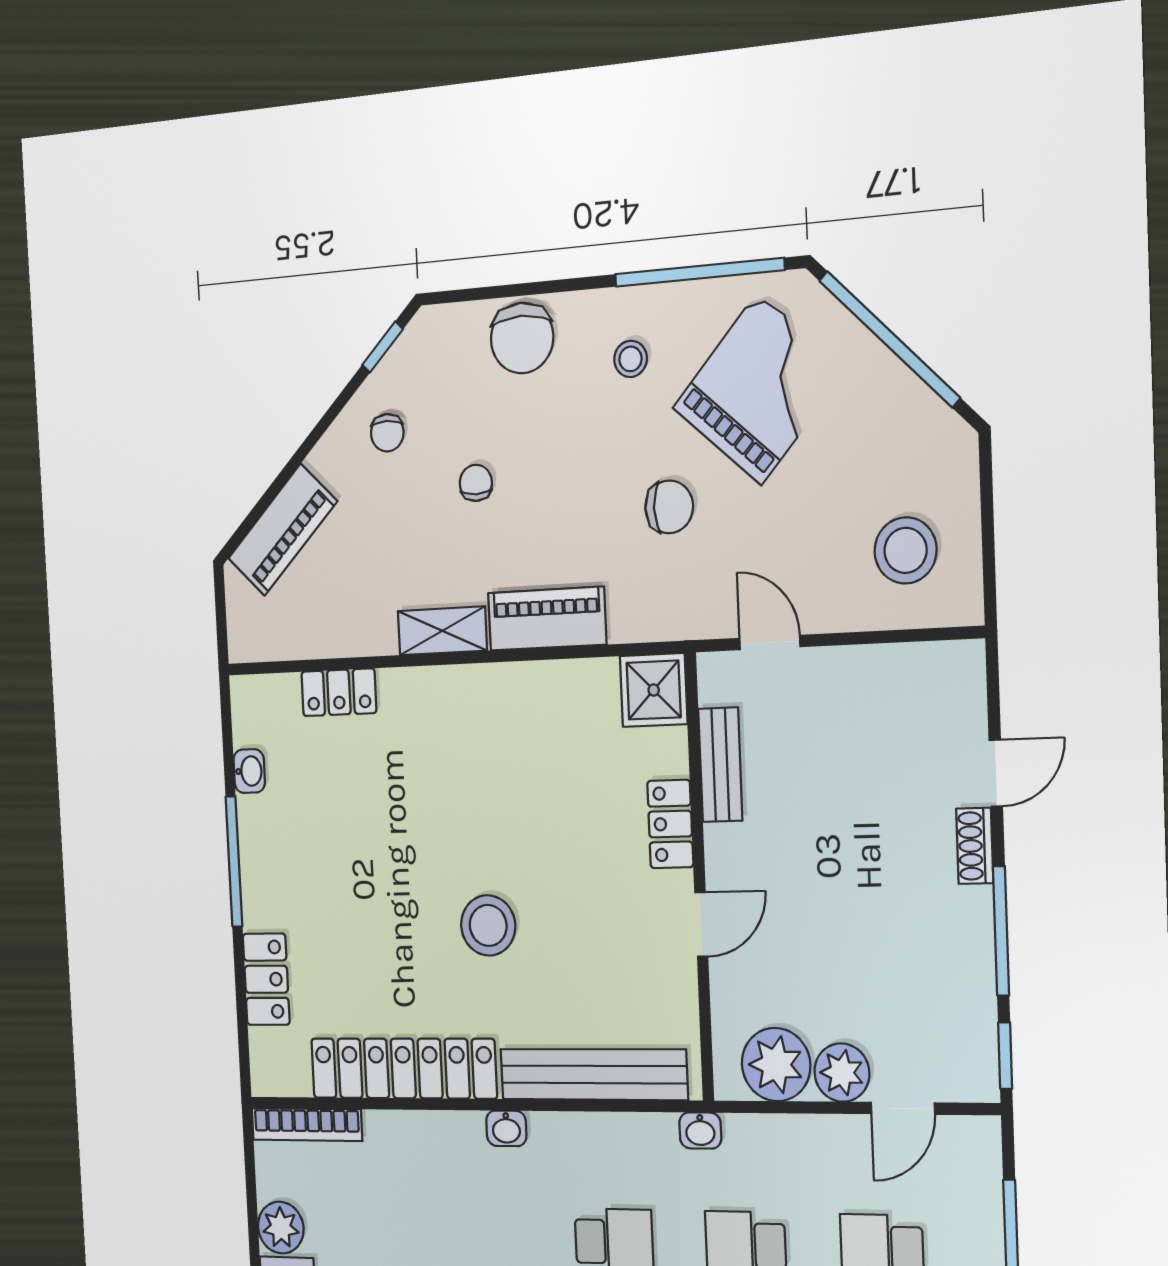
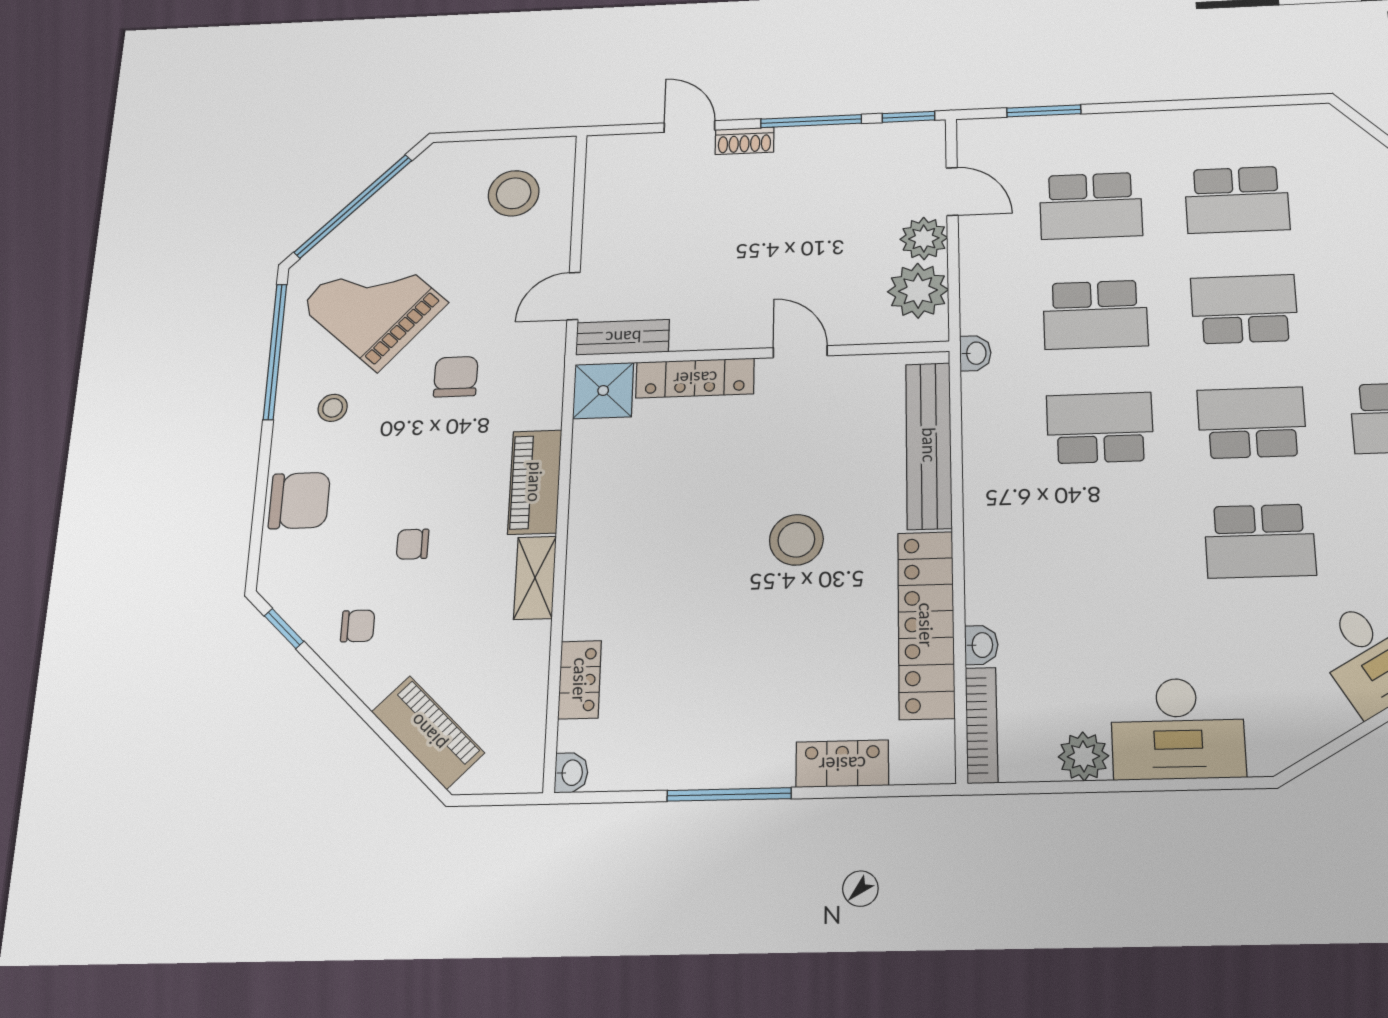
bench: (720, 765) -> (623, 337), moved
washbasin: (249, 771) -> (571, 773), moved, turned 90
locker: (670, 824) -> (695, 378), width x1.53
washbasin: (506, 1128) -> (981, 645), moved

